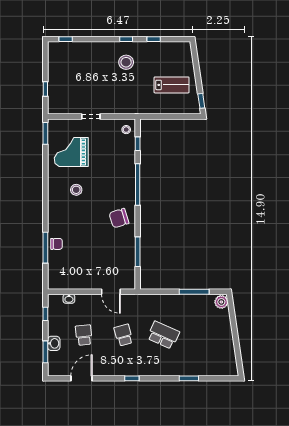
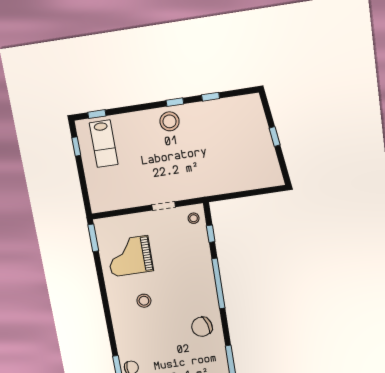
stool: (126, 62) -> (170, 121), moved
lab bench: (172, 85) -> (104, 144), moved, turned 90
window: (45, 89) -> (76, 146), moved
window: (201, 101) -> (275, 137), moved
doorway: (91, 116) -> (164, 206), moved

